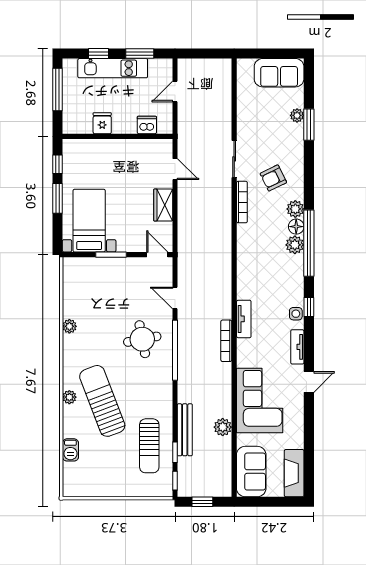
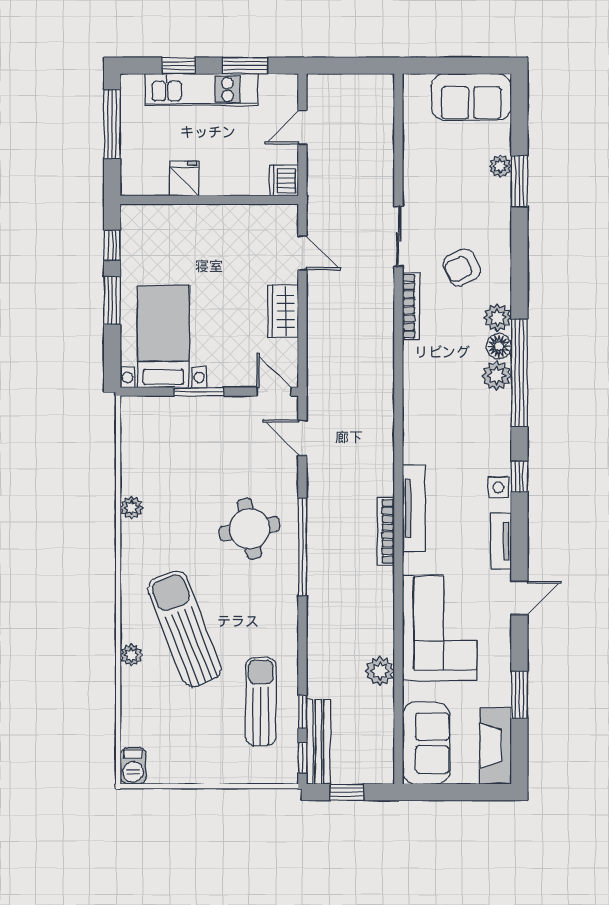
dishwasher: (147, 125) -> (284, 181), moved, turned -90
door: (175, 298) -> (302, 438), moved
tv unit: (244, 319) -> (414, 508), width x1.41
plant: (69, 397) -> (131, 655), moved
bench: (185, 430) -> (318, 742), moved
window: (309, 442) -> (519, 695), added
sun lounger: (149, 446) -> (261, 701), turned 180
barbecue: (70, 450) -> (133, 766), moved

